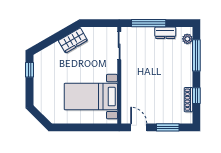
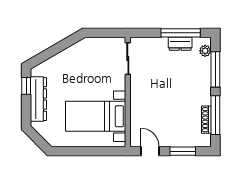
window: (149, 23) -> (181, 33), moved
wardrobe: (73, 40) -> (75, 52), removed
dresser: (40, 81) -> (38, 99), added
window: (196, 96) -> (215, 115), width x2.17

